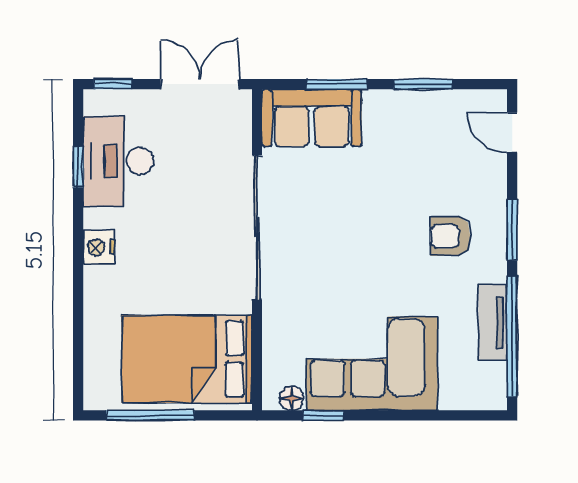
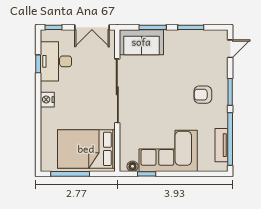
double door: (200, 84) -> (92, 27), swing flipped
door: (512, 132) -> (230, 49), swing flipped
tv unit: (493, 322) -> (222, 145), moved

